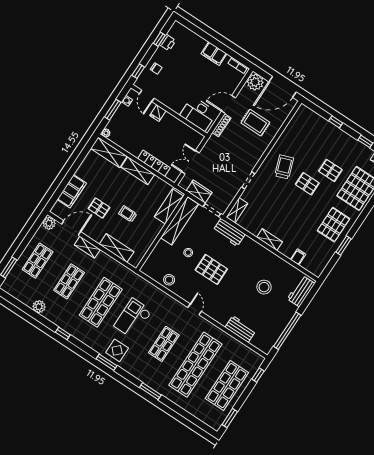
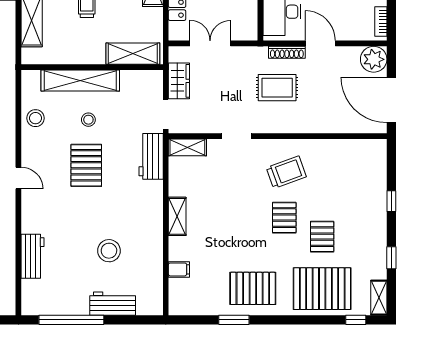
rug: (255, 123) -> (277, 88), moved, turned 90
shelving: (180, 221) -> (80, 80), moved
workbench: (301, 291) -> (113, 304), moved
door: (195, 309) -> (18, 178), hinge flipped

